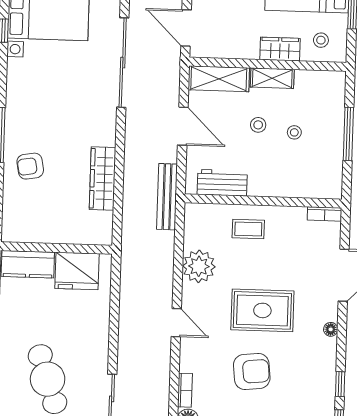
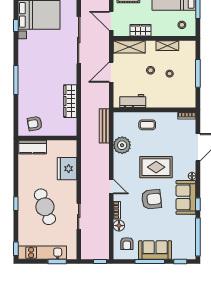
wardrobe: (280, 49) -> (141, 30), moved
shelving: (272, 78) -> (167, 46), moved
door: (183, 126) -> (111, 72), swing flipped
armchair: (30, 166) -> (35, 124), moved
bench: (167, 197) -> (104, 126), moved
fridge: (77, 271) -> (67, 169), moved, turned 90
door: (176, 323) -> (111, 187), moved
sofa: (318, 370) -> (186, 197), added

